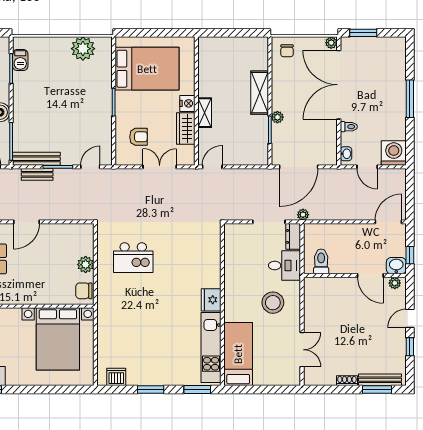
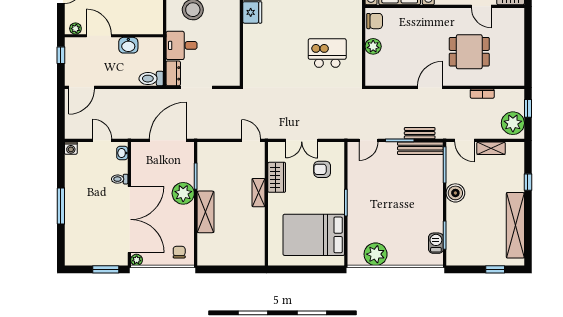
nightstand: (187, 103) -> (275, 201), removed
plant: (277, 117) -> (183, 193), width x1.88, depth x1.88
washing machine: (394, 153) -> (71, 148), width x0.53, depth x0.53
door: (212, 167) -> (251, 140), swing flipped
plant: (303, 215) -> (164, 94), removed
toilet: (321, 261) -> (151, 79), moved, turned 90
washbasin: (396, 266) -> (128, 45), moved

